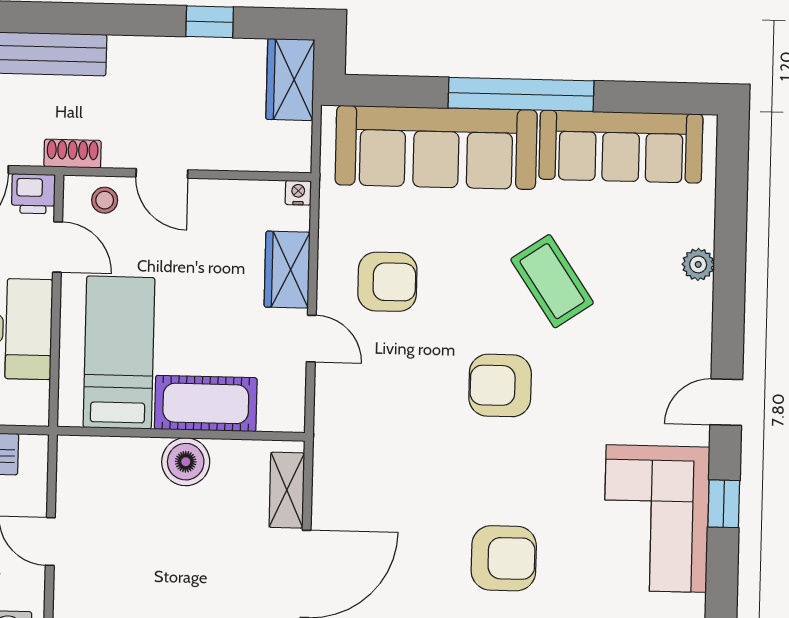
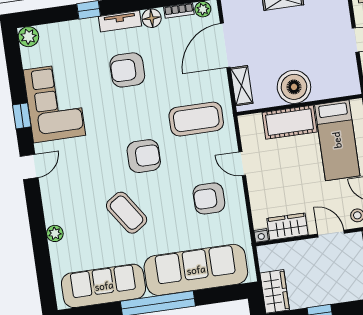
wardrobe: (287, 270) -> (287, 227), moved, turned -90
coffee table: (386, 440) -> (196, 119), added
boiler: (186, 462) -> (294, 87), width x1.37, depth x1.37

